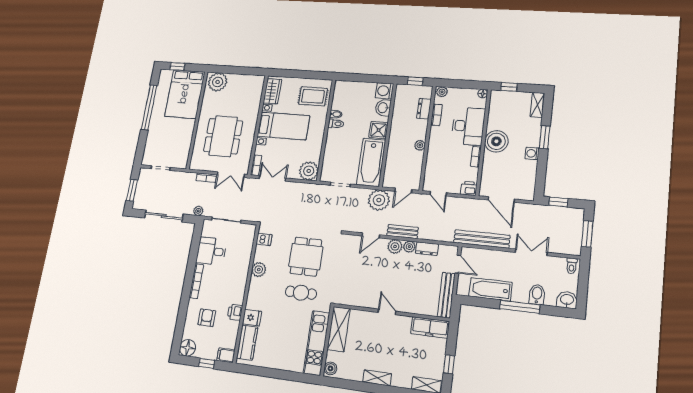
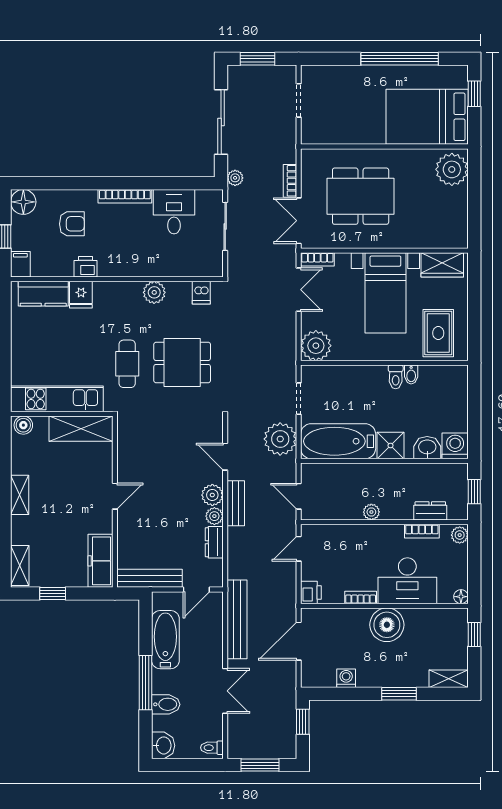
washing machine: (532, 153) -> (346, 678), moved
plant: (379, 200) -> (280, 439), moved

